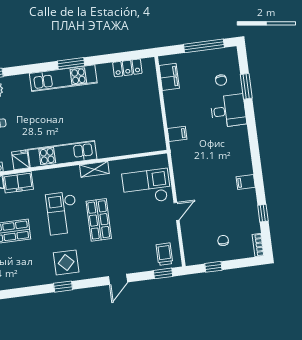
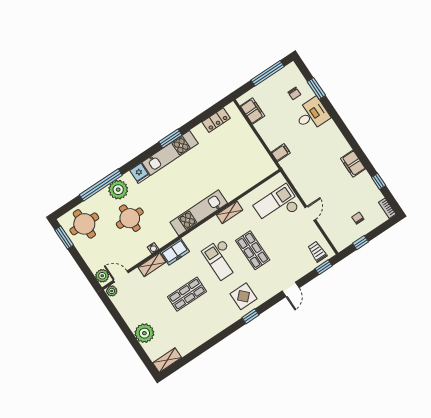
fridge: (20, 160) -> (140, 173), moved, turned 180
filing cabinet: (246, 182) -> (353, 164), width x2.00

